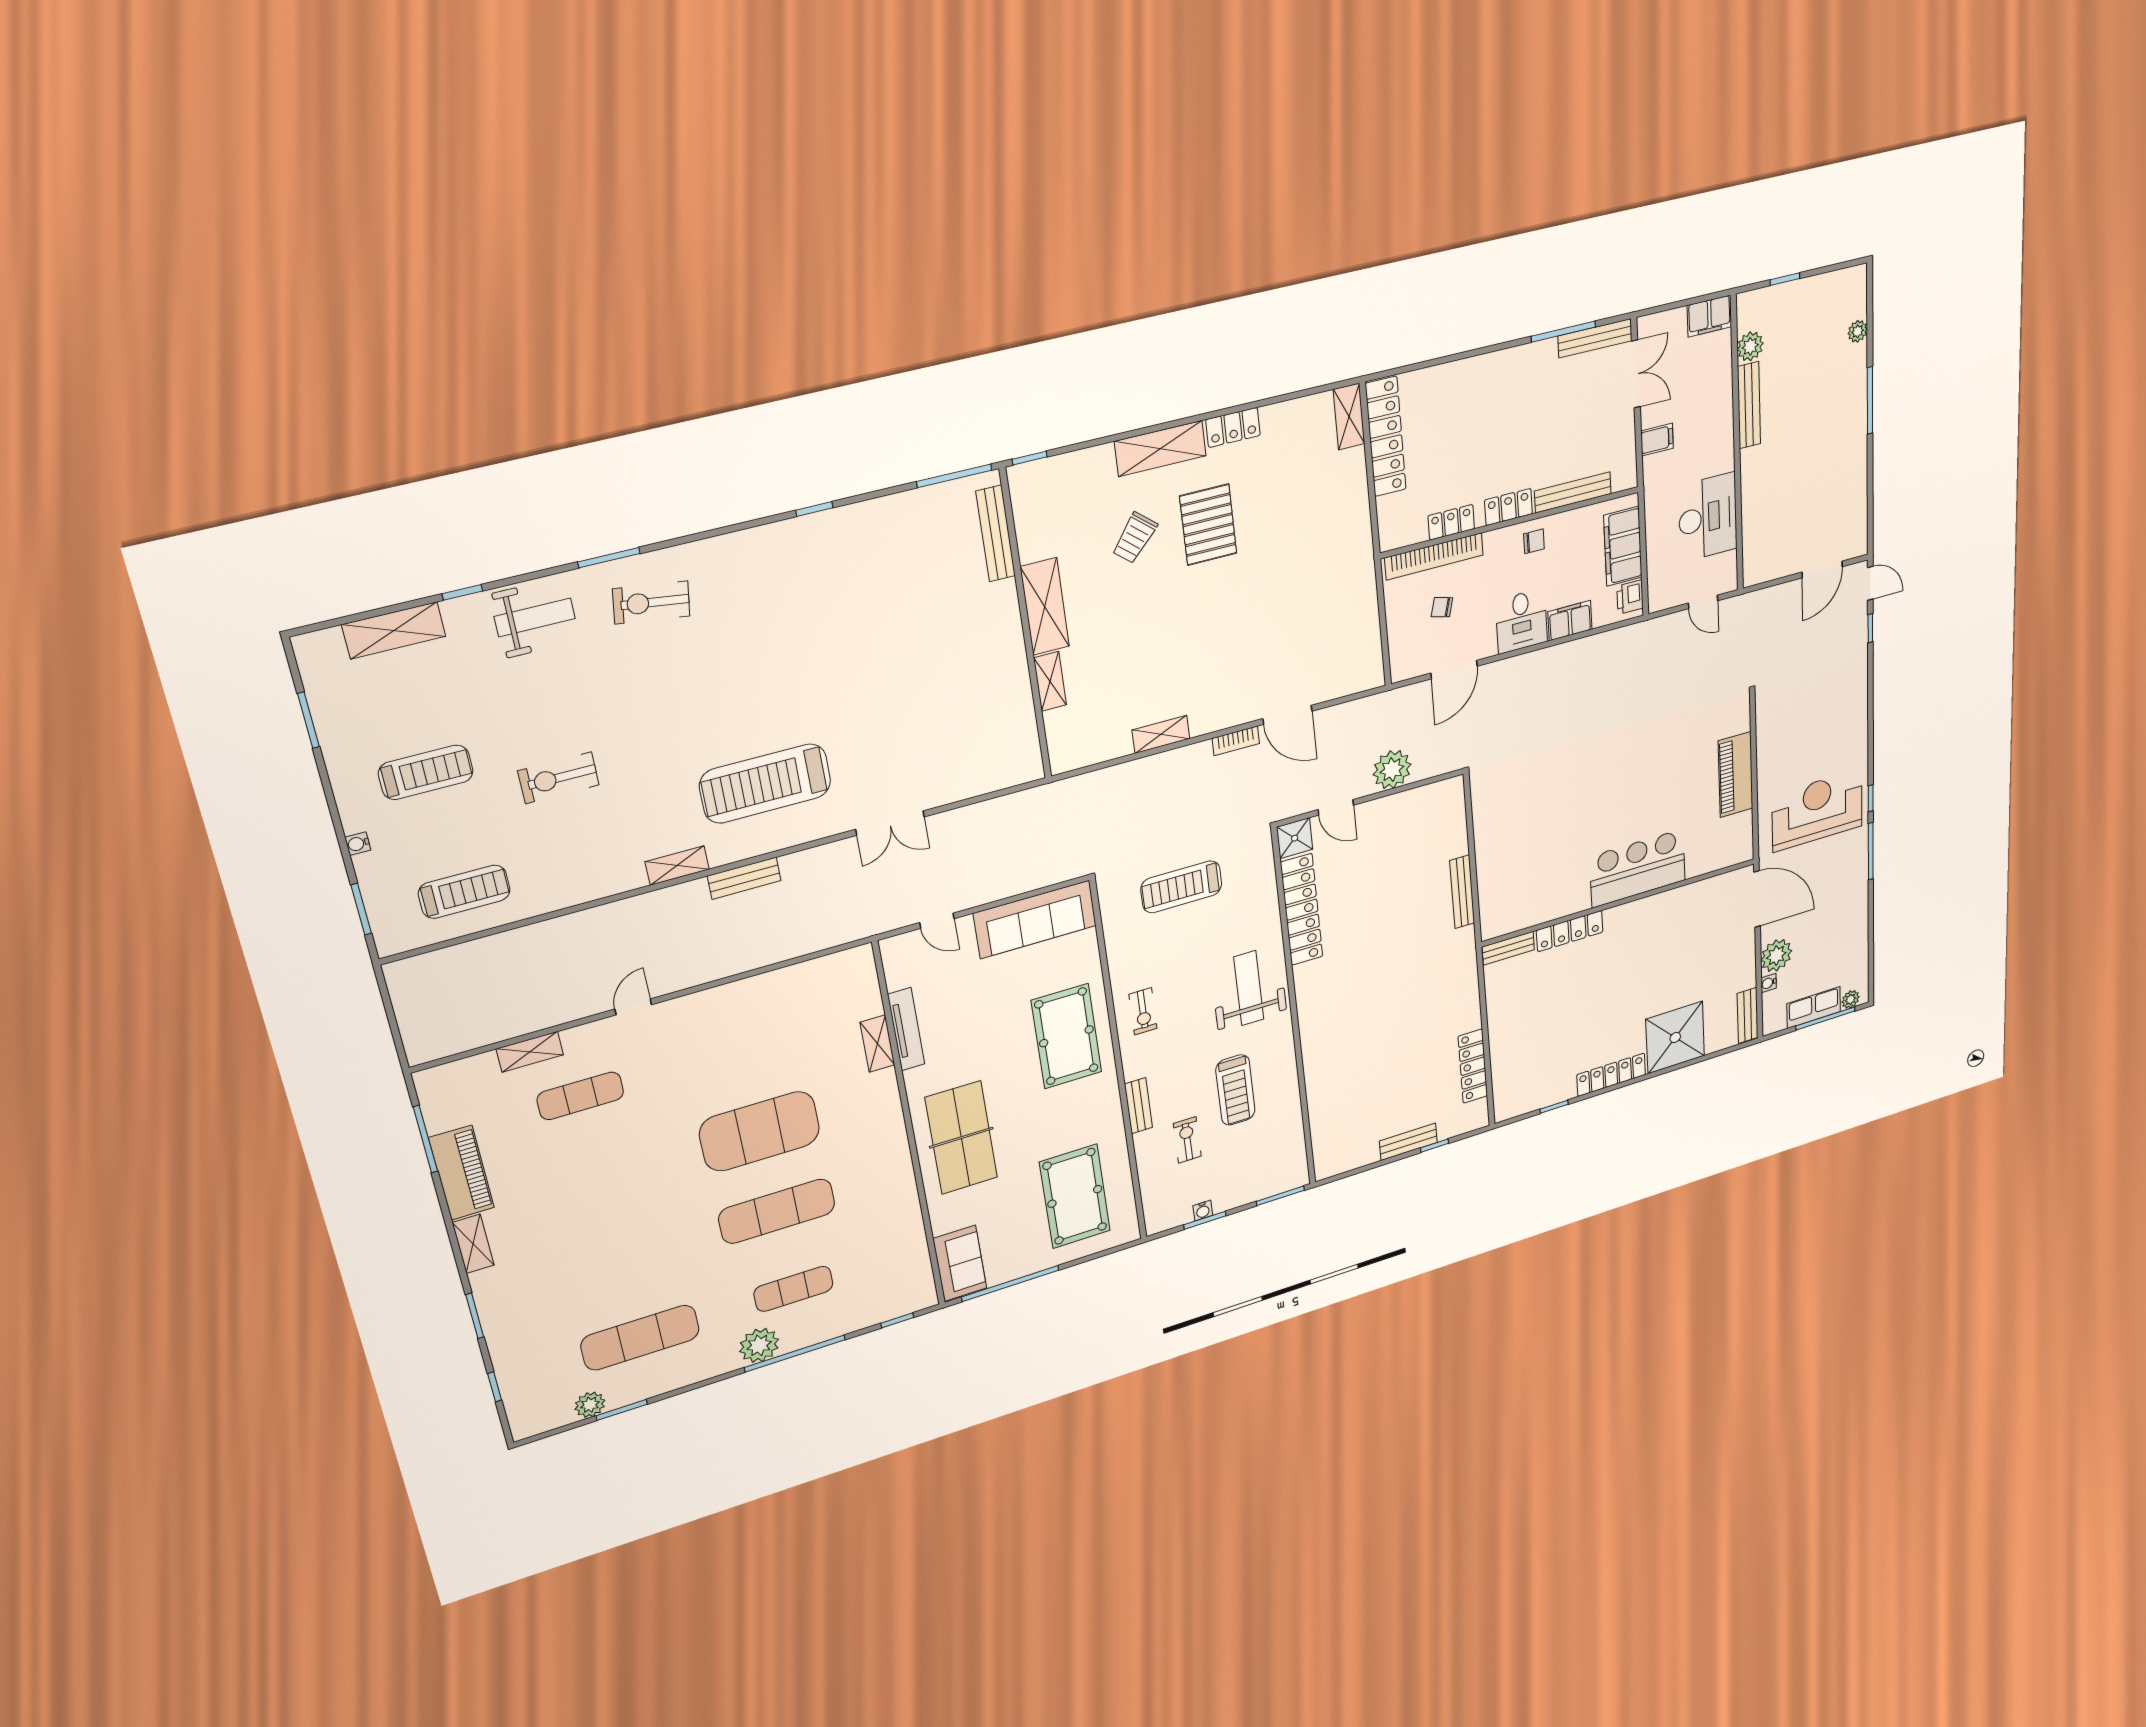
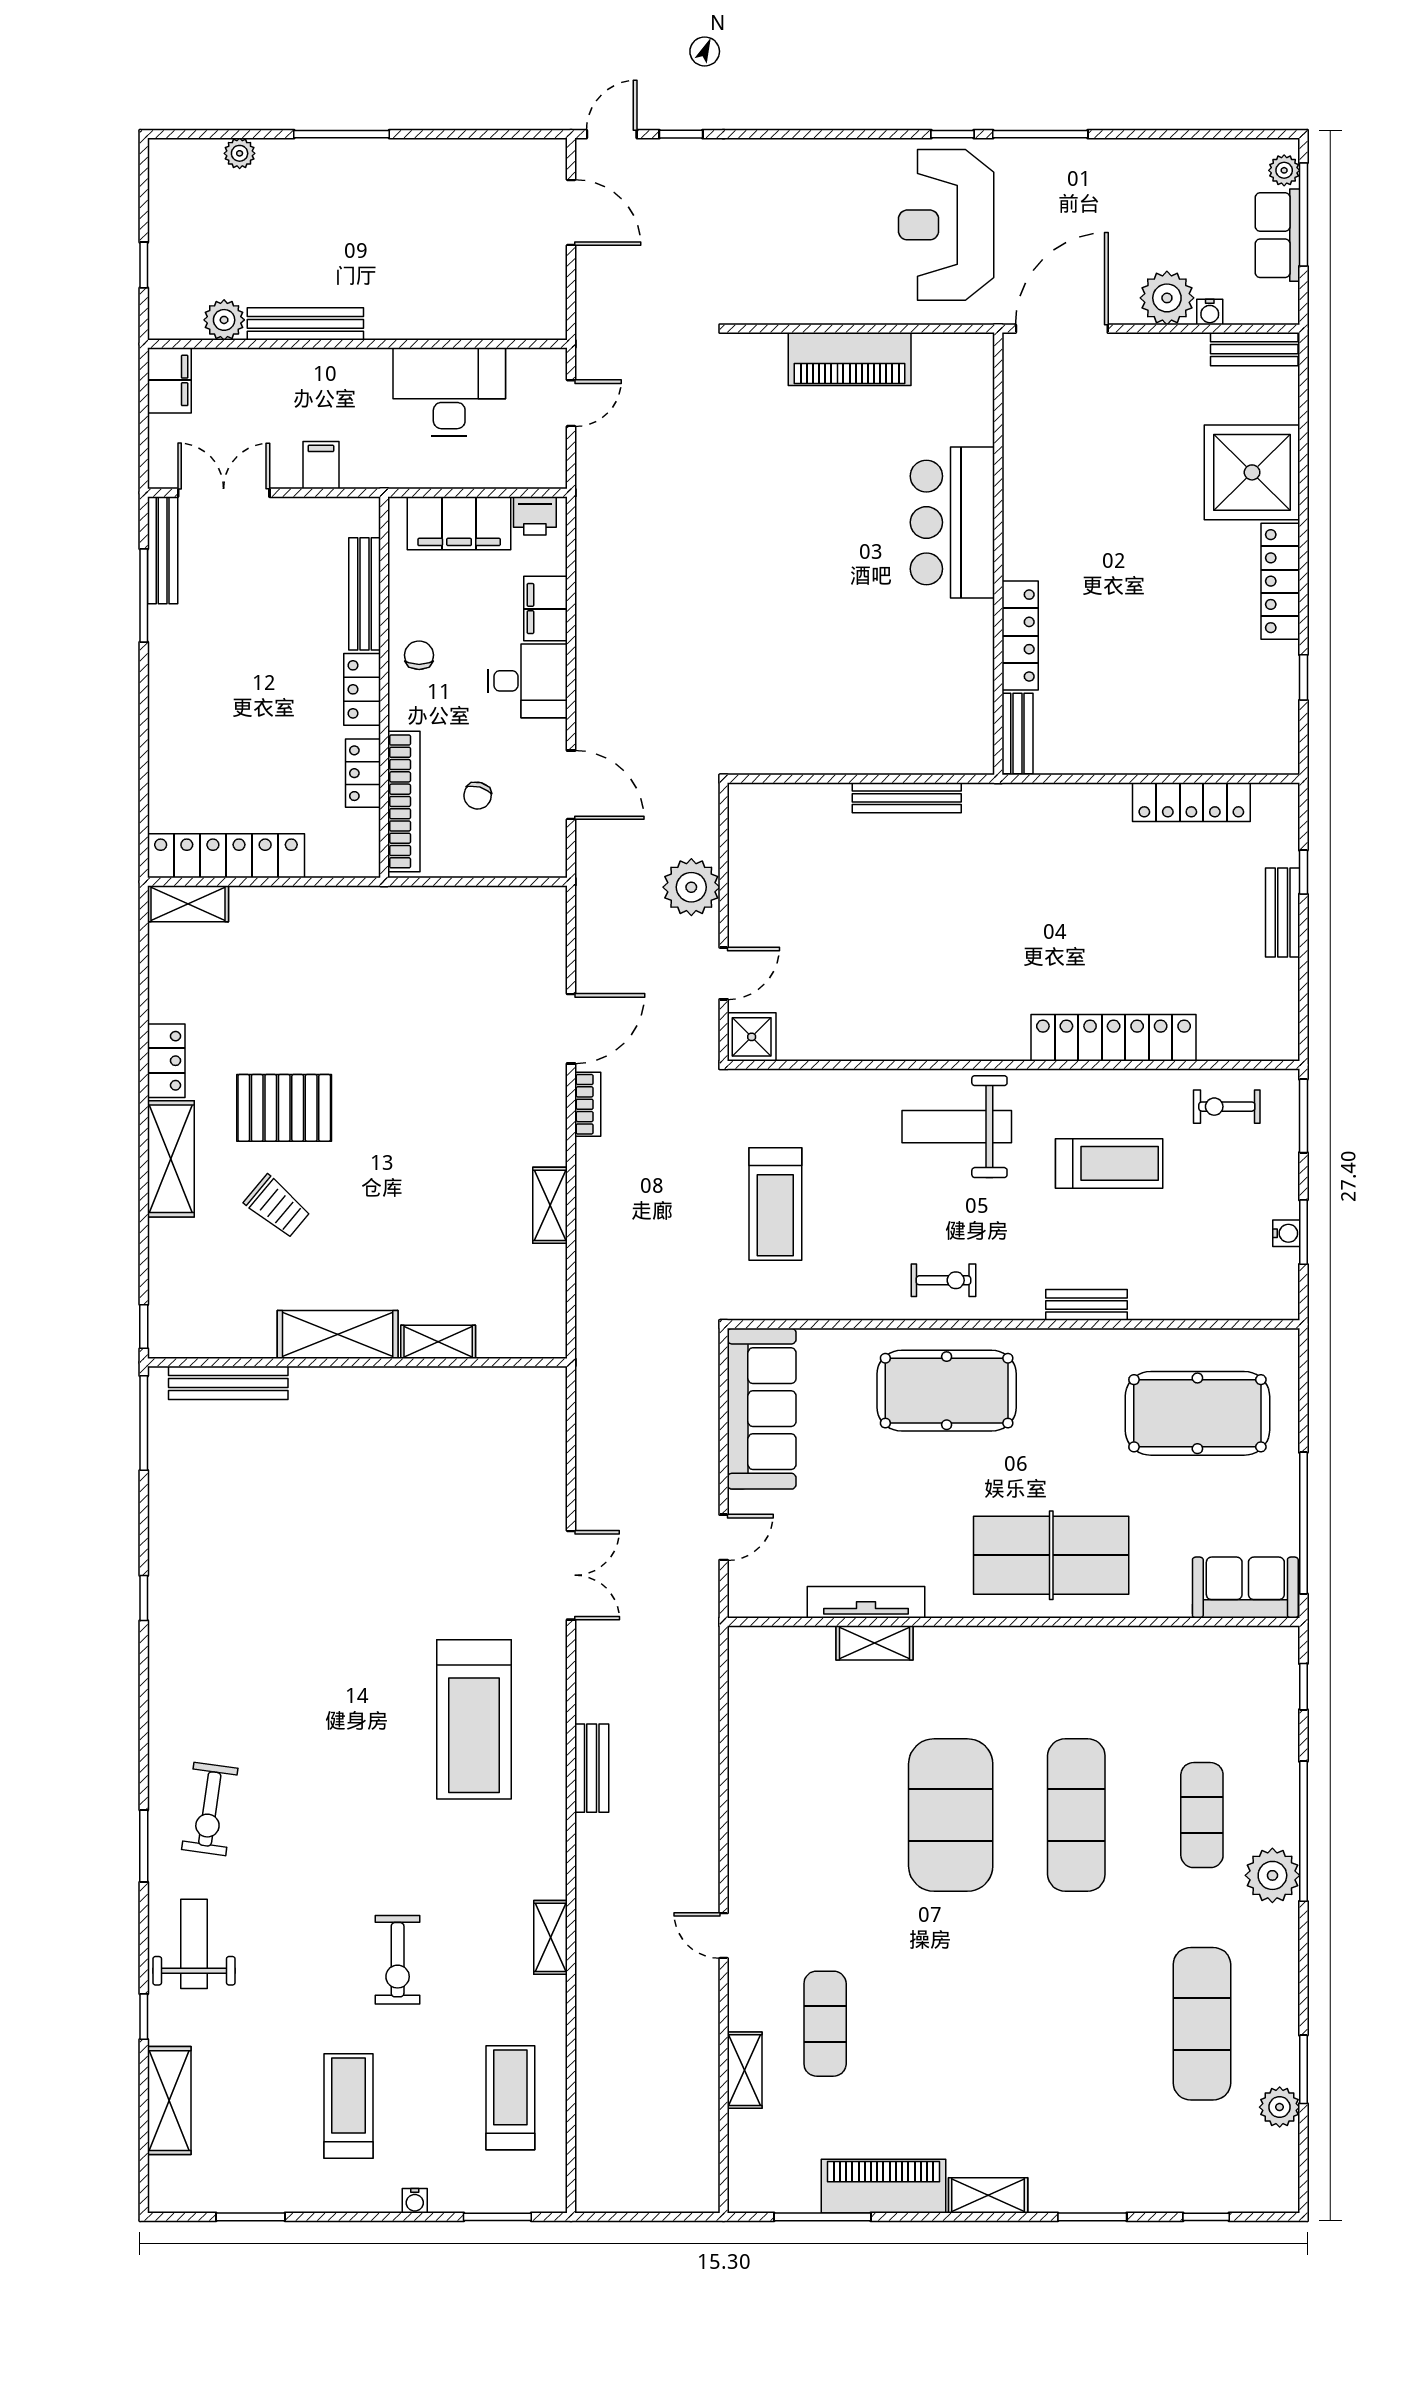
shelving: (677, 866) -> (551, 1937), moved
locker: (1302, 910) -> (1114, 1038), moved
exercise bike: (1187, 1140) -> (1227, 1107), moved

